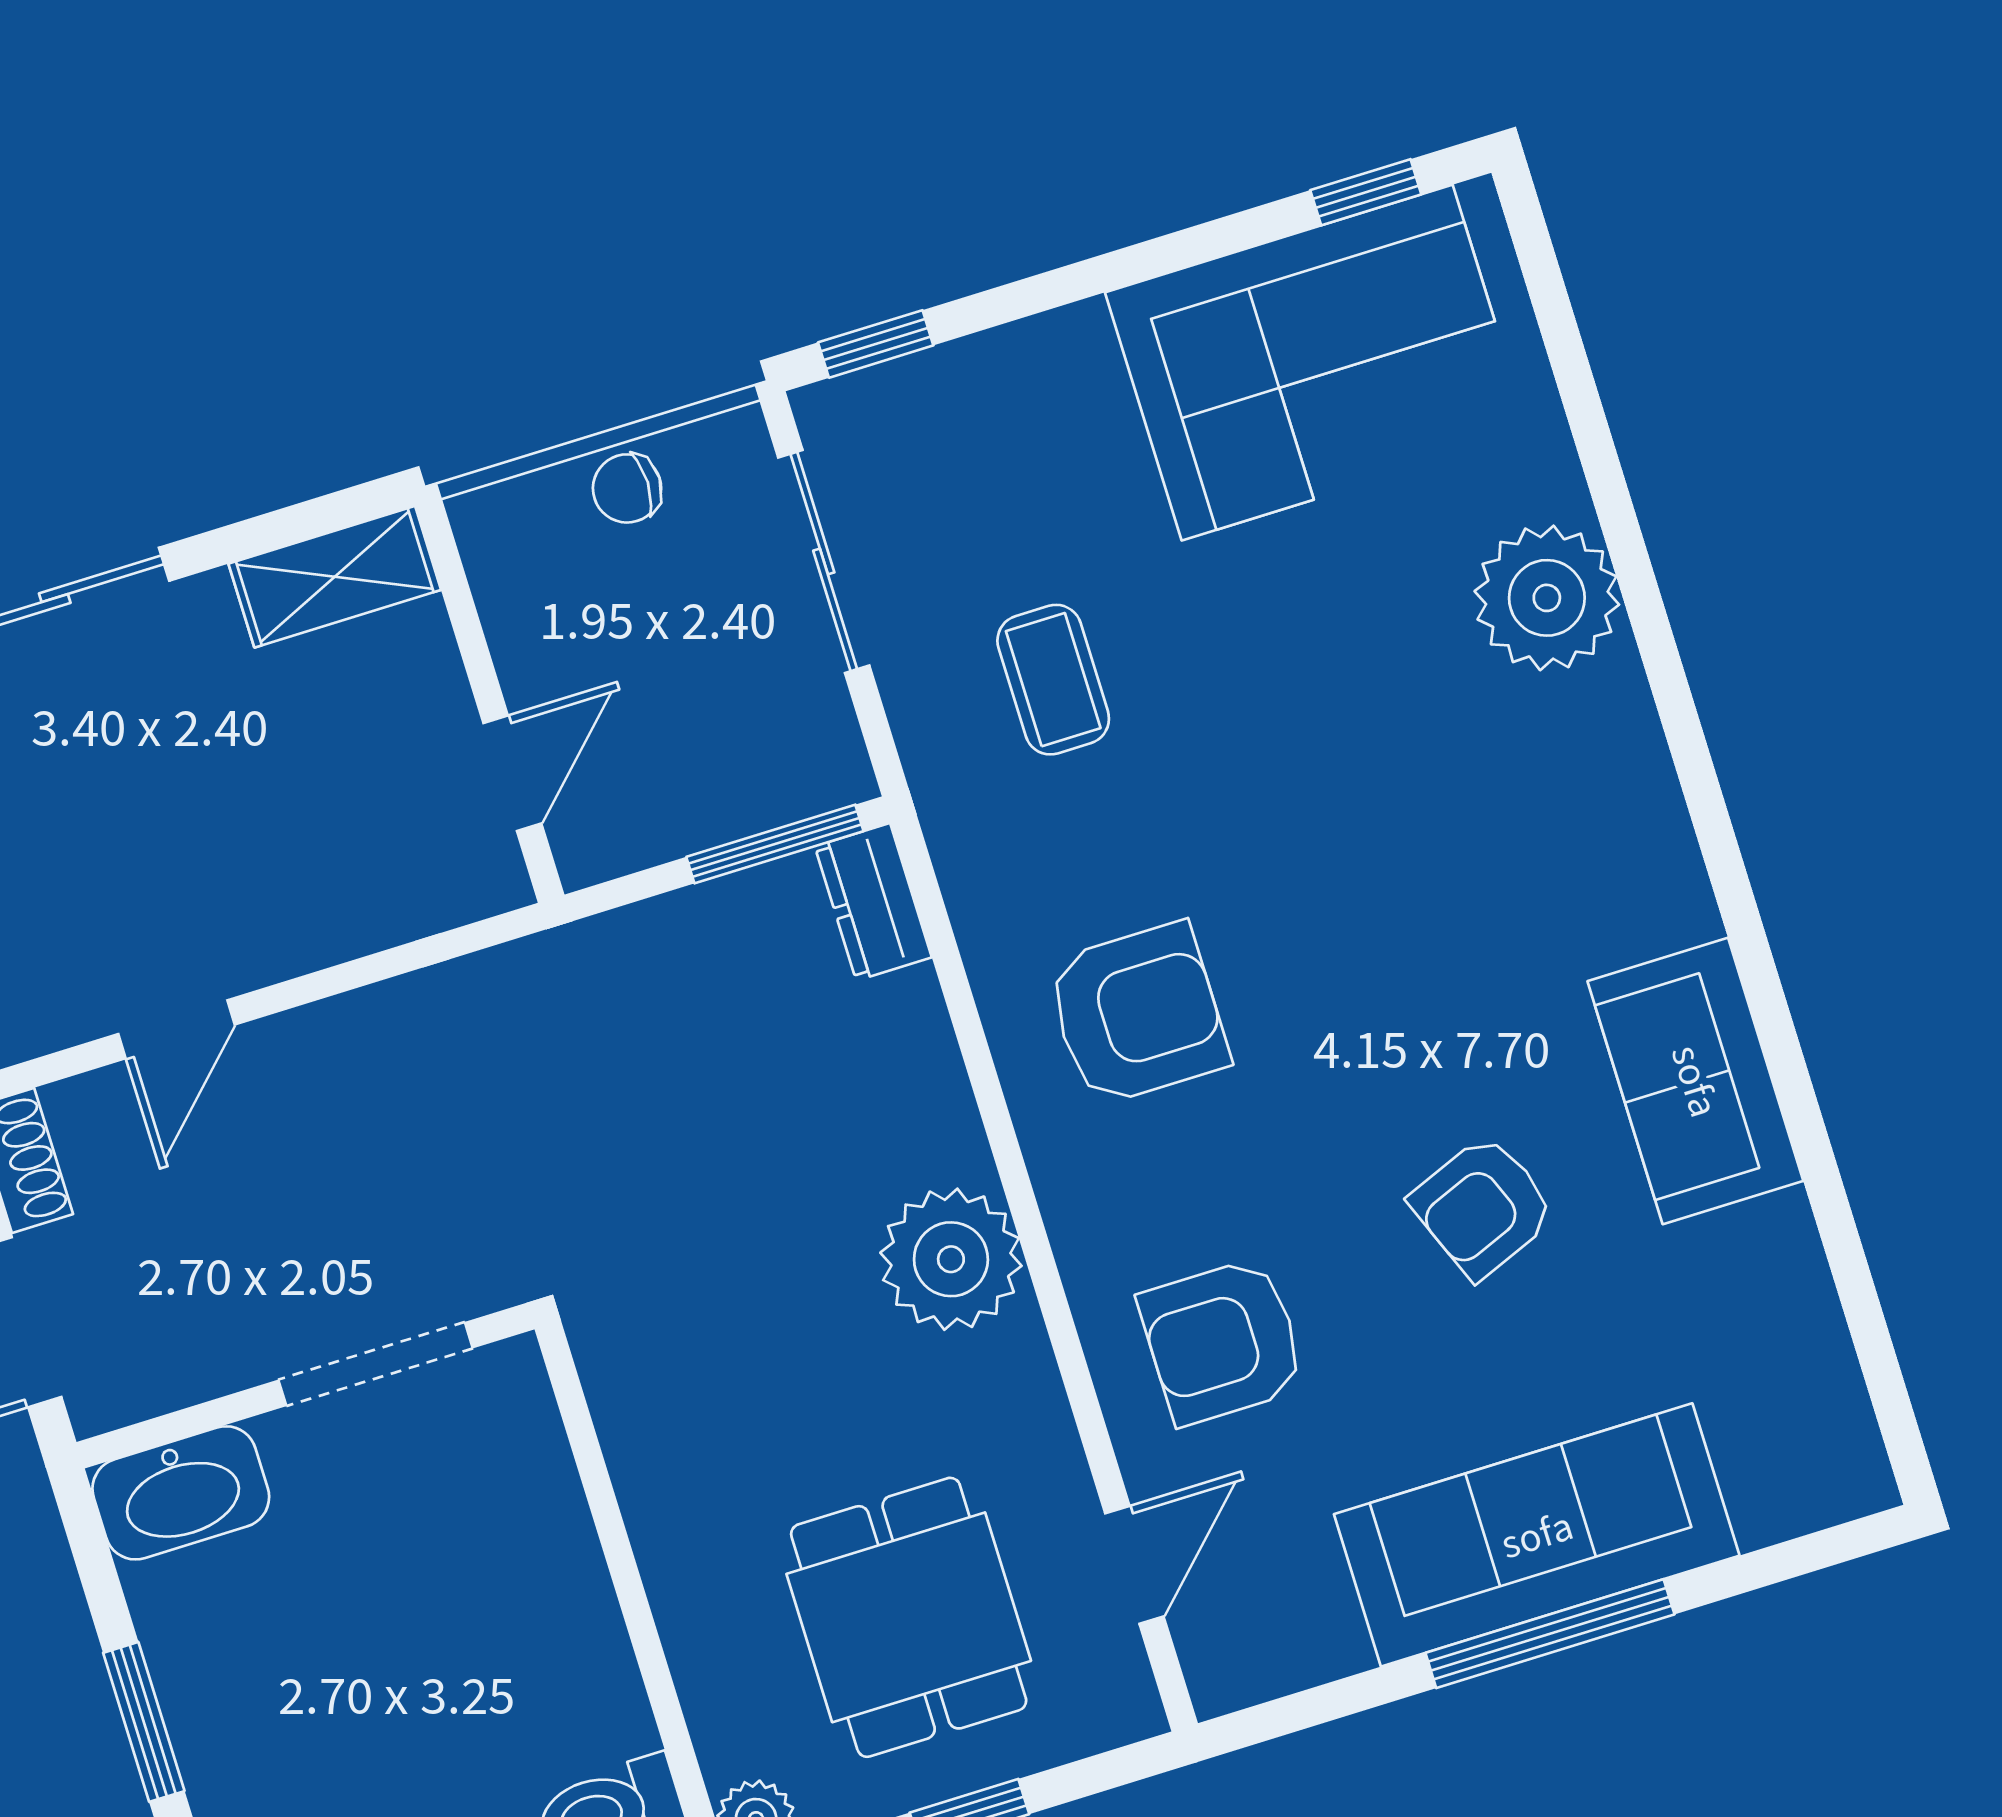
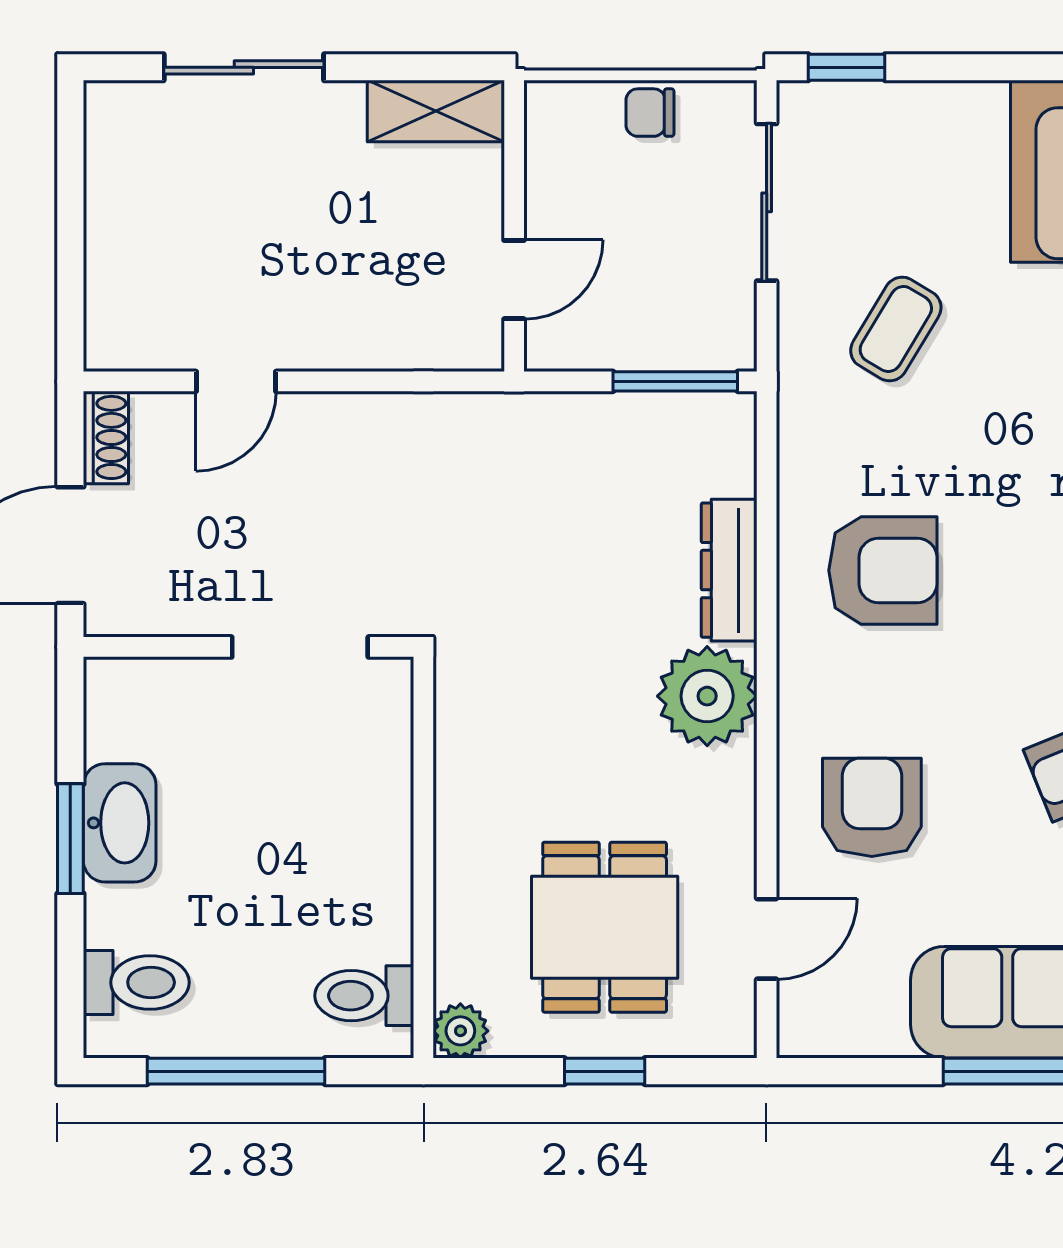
coffee table: (1053, 680) -> (896, 329), turned 31
dresser: (873, 902) -> (729, 570), moved, width x1.44
armchair: (1222, 1341) -> (872, 807), turned 90
washbasin: (181, 1493) -> (120, 823), moved, turned -90

